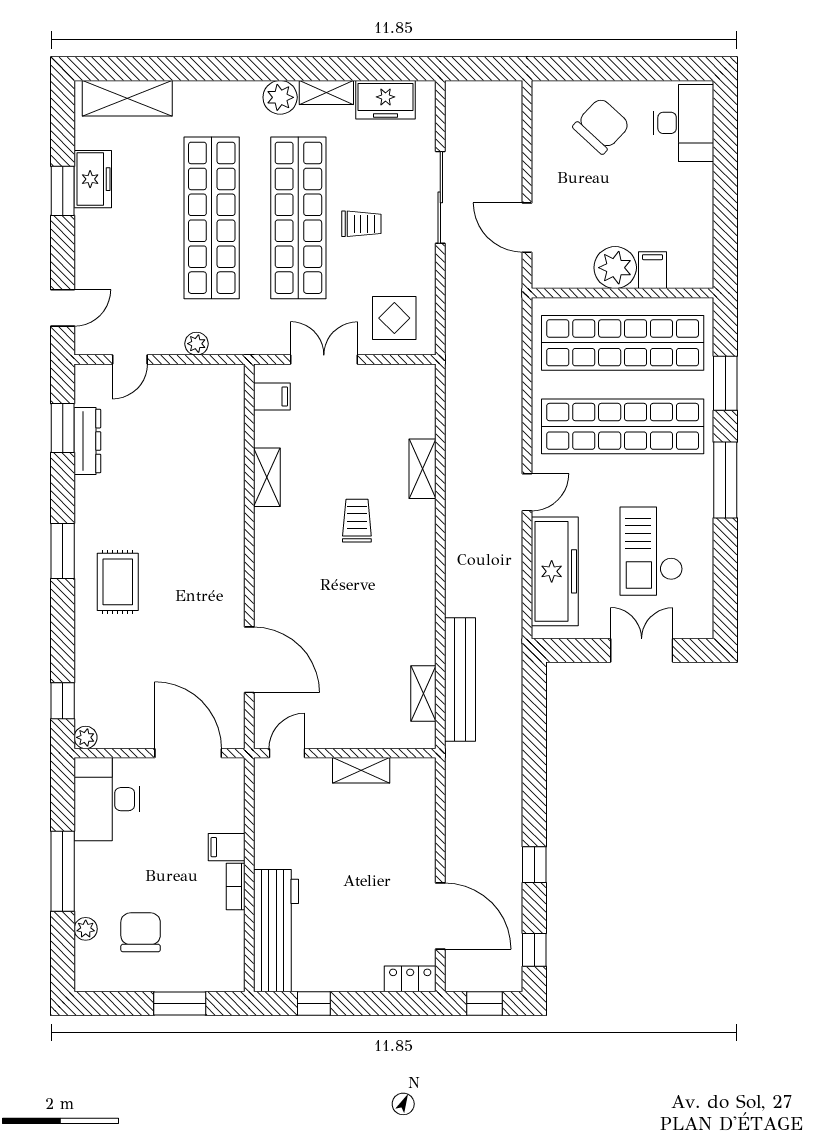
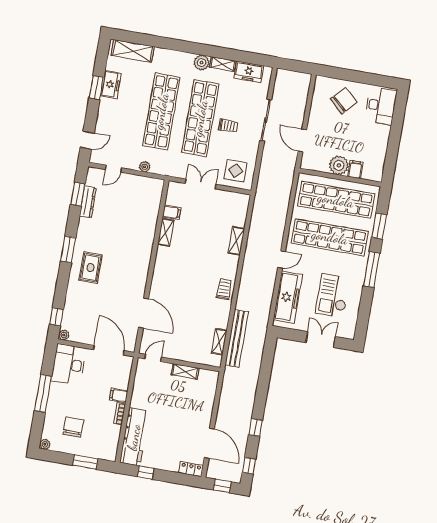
filing cabinet: (272, 397) -> (172, 212), moved
trolley: (357, 521) -> (224, 289), moved
plant: (86, 929) -> (45, 444), moved

